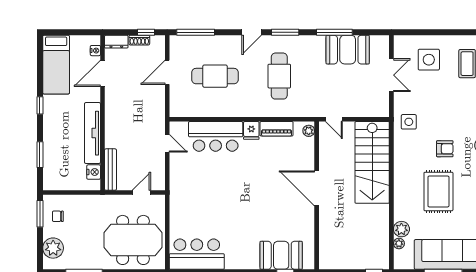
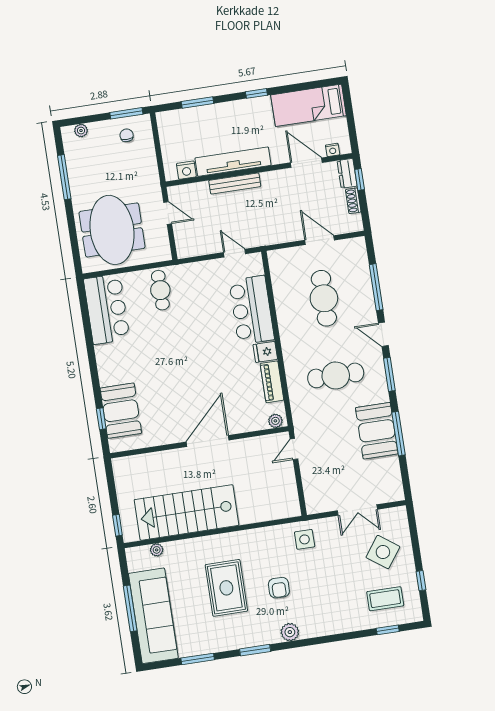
window: (146, 32) -> (360, 179), moved
window: (196, 32) -> (376, 287), moved
window: (457, 32) -> (421, 581), added
booth: (348, 50) -> (377, 431), moved
side table: (429, 60) -> (383, 552), turned 36
door: (167, 143) -> (234, 253), swing flipped
stairs: (372, 162) -> (186, 512), moved
bench: (110, 170) -> (235, 183), moved
rug: (438, 191) -> (226, 588), turned 90
door: (141, 193) -> (168, 213), moved
cafe table: (188, 208) -> (160, 290), added
plant: (401, 229) -> (174, 550), removed
plant: (53, 248) -> (81, 131), width x0.53, depth x0.53

